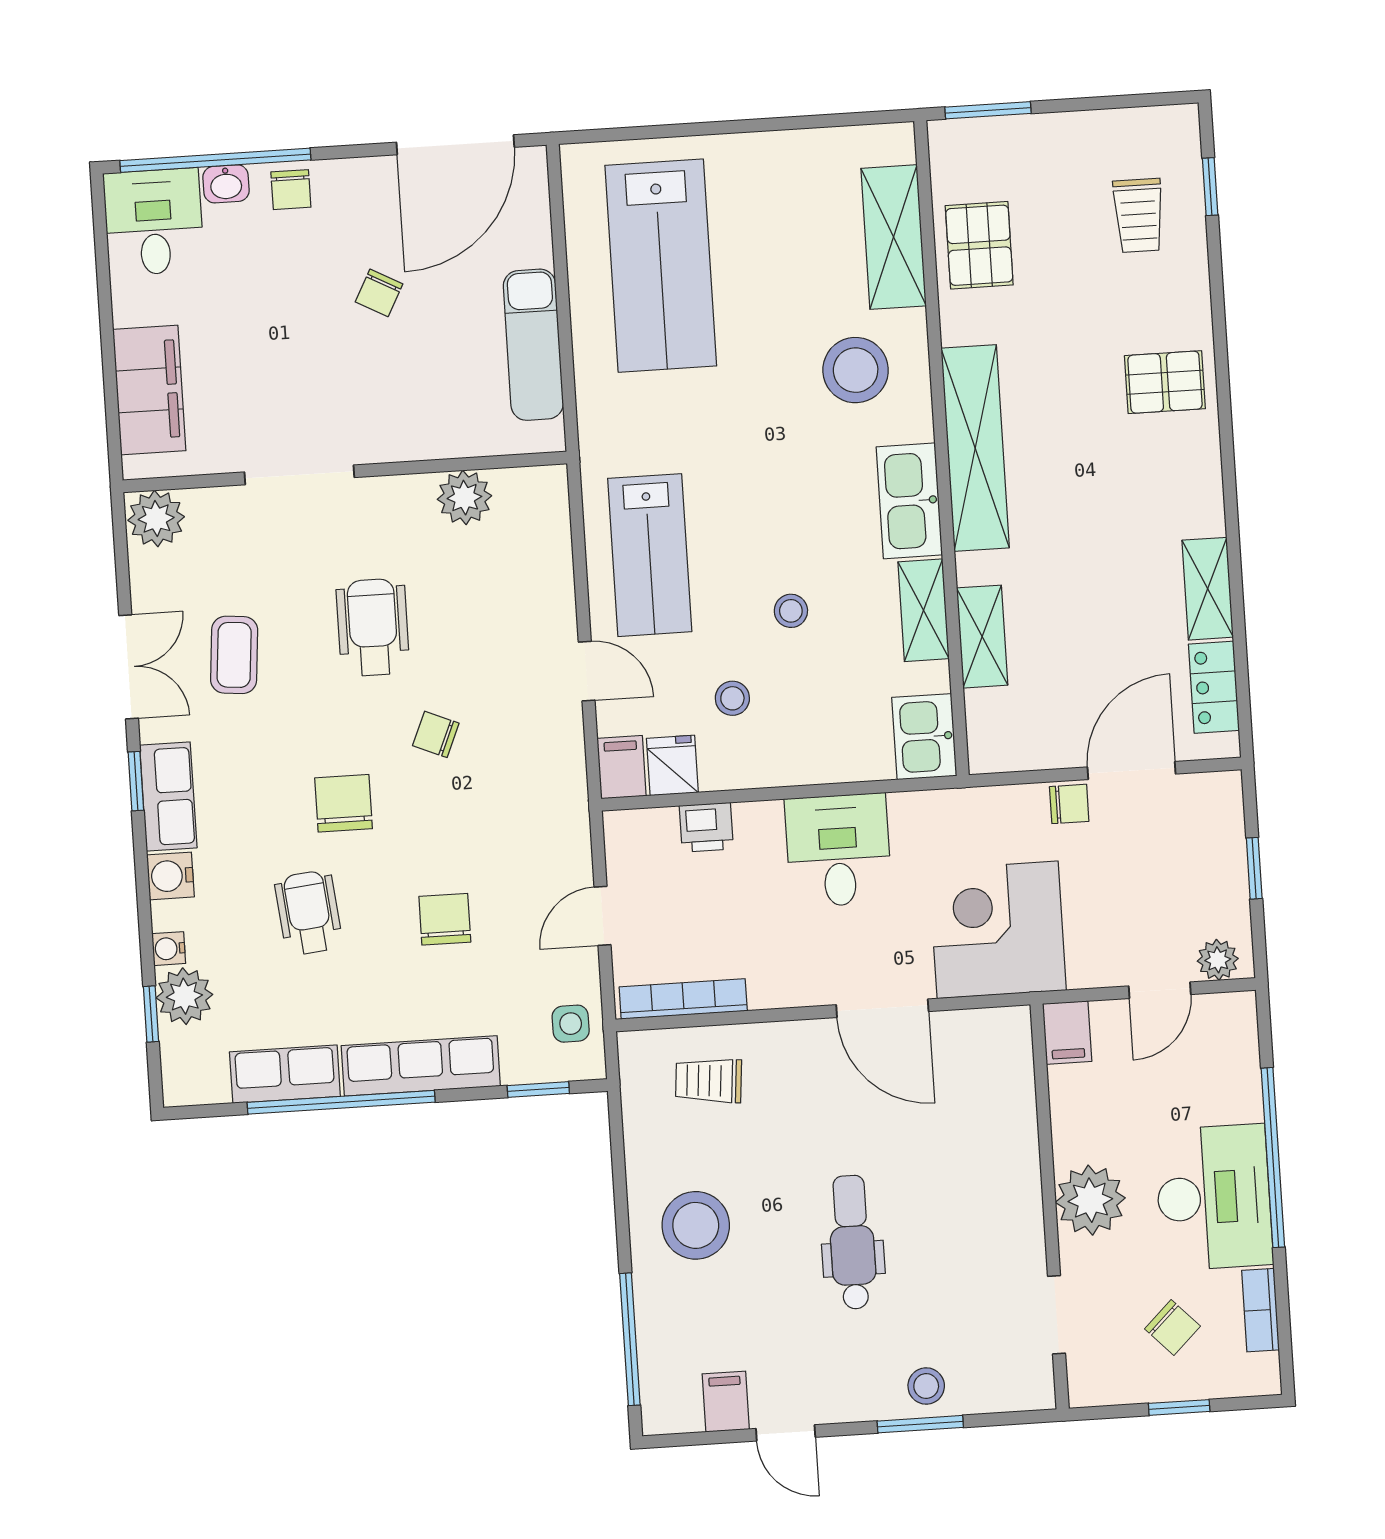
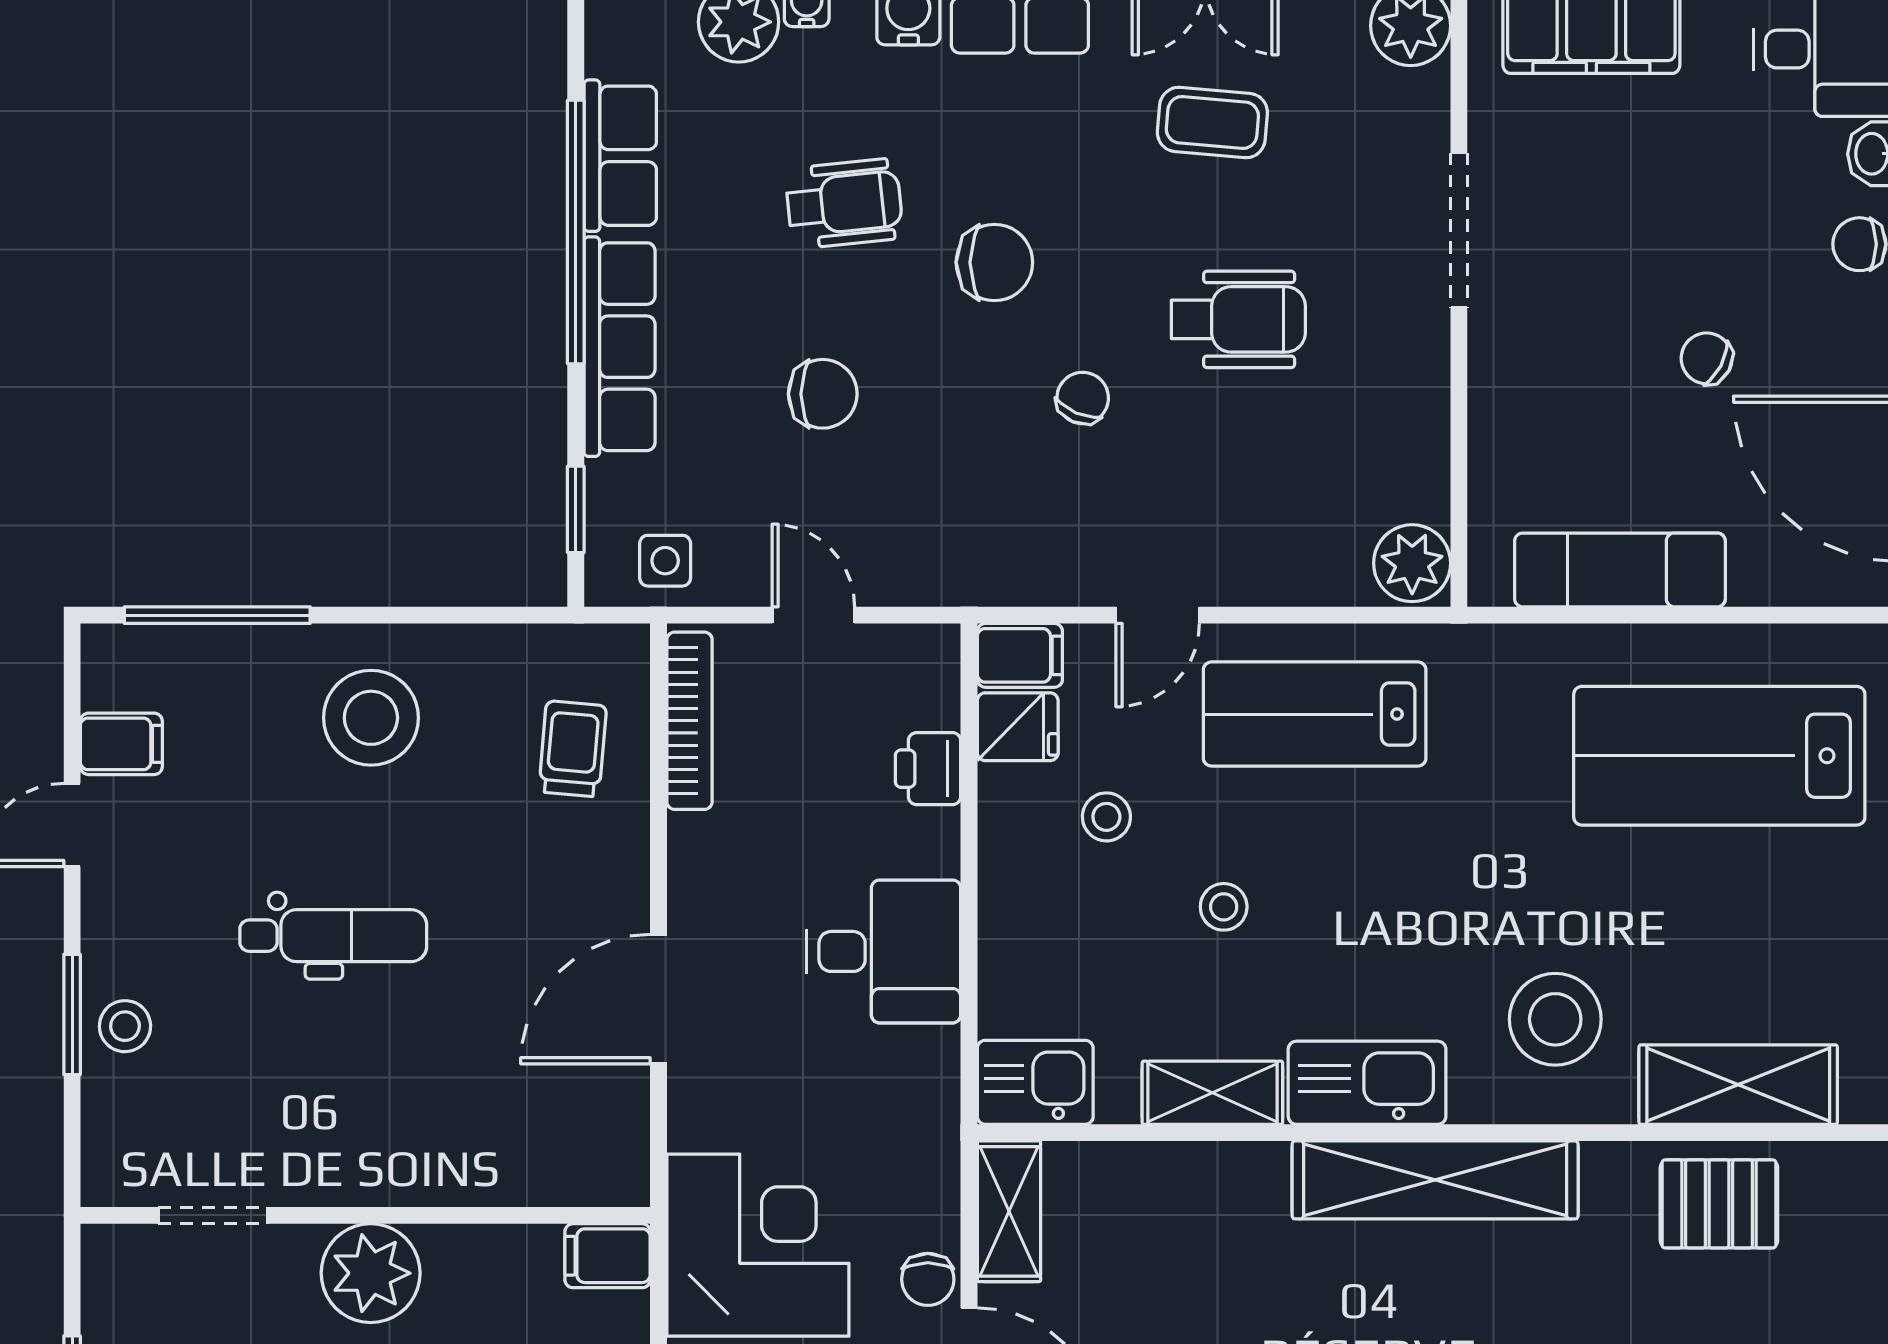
plant: (464, 498) -> (1412, 563), moved
shelving: (982, 637) -> (1009, 1211), moved, turned 90
corner desk: (998, 930) -> (758, 1245), moved

